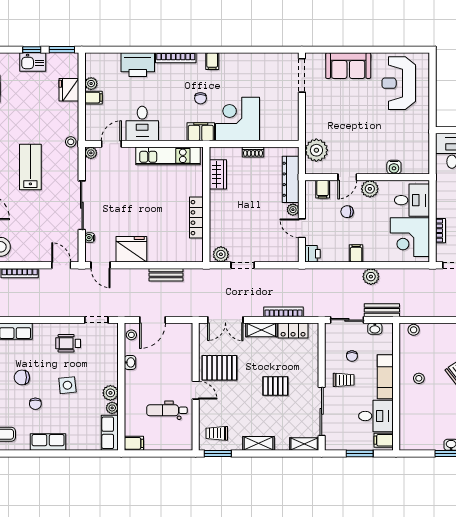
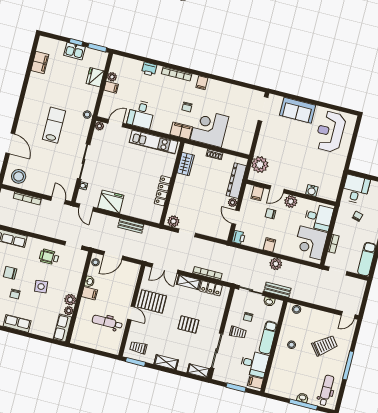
printer: (138, 65) -> (149, 69), width x0.53, depth x0.68
filing cabinet: (134, 443) -> (89, 293), moved

